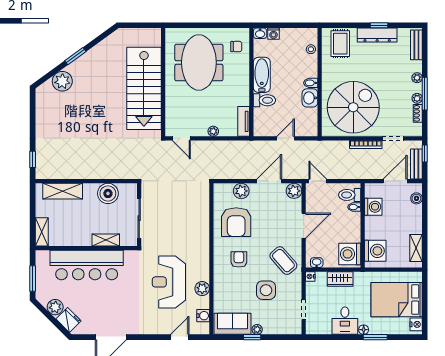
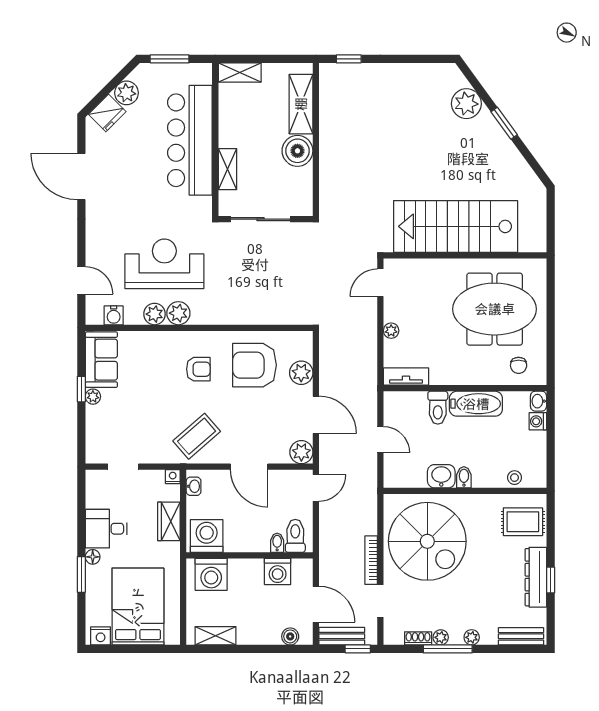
boiler: (108, 193) -> (297, 151), moved
plant: (202, 273) -> (178, 313), added
side table: (266, 290) -> (152, 410), removed

